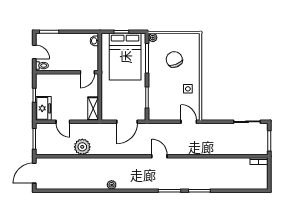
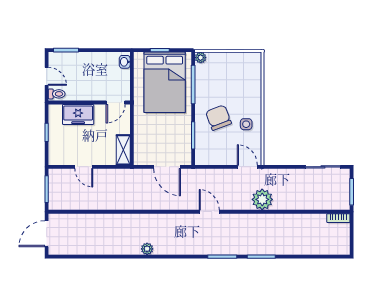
chair: (174, 59) -> (218, 118), moved
freezer: (43, 108) -> (78, 114), moved, turned 90
door: (127, 122) -> (167, 167), hinge flipped
plant: (82, 147) -> (262, 199), moved

